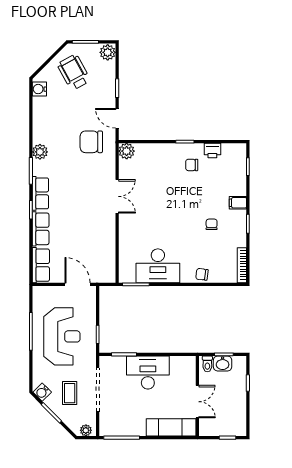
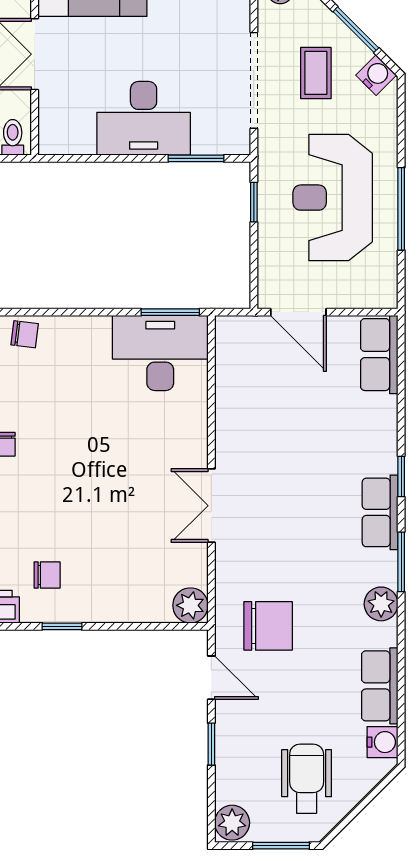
wheelchair: (74, 72) -> (307, 779), turned -151
row of seats: (41, 229) -> (380, 686), moved
desk: (158, 266) -> (160, 353), moved

